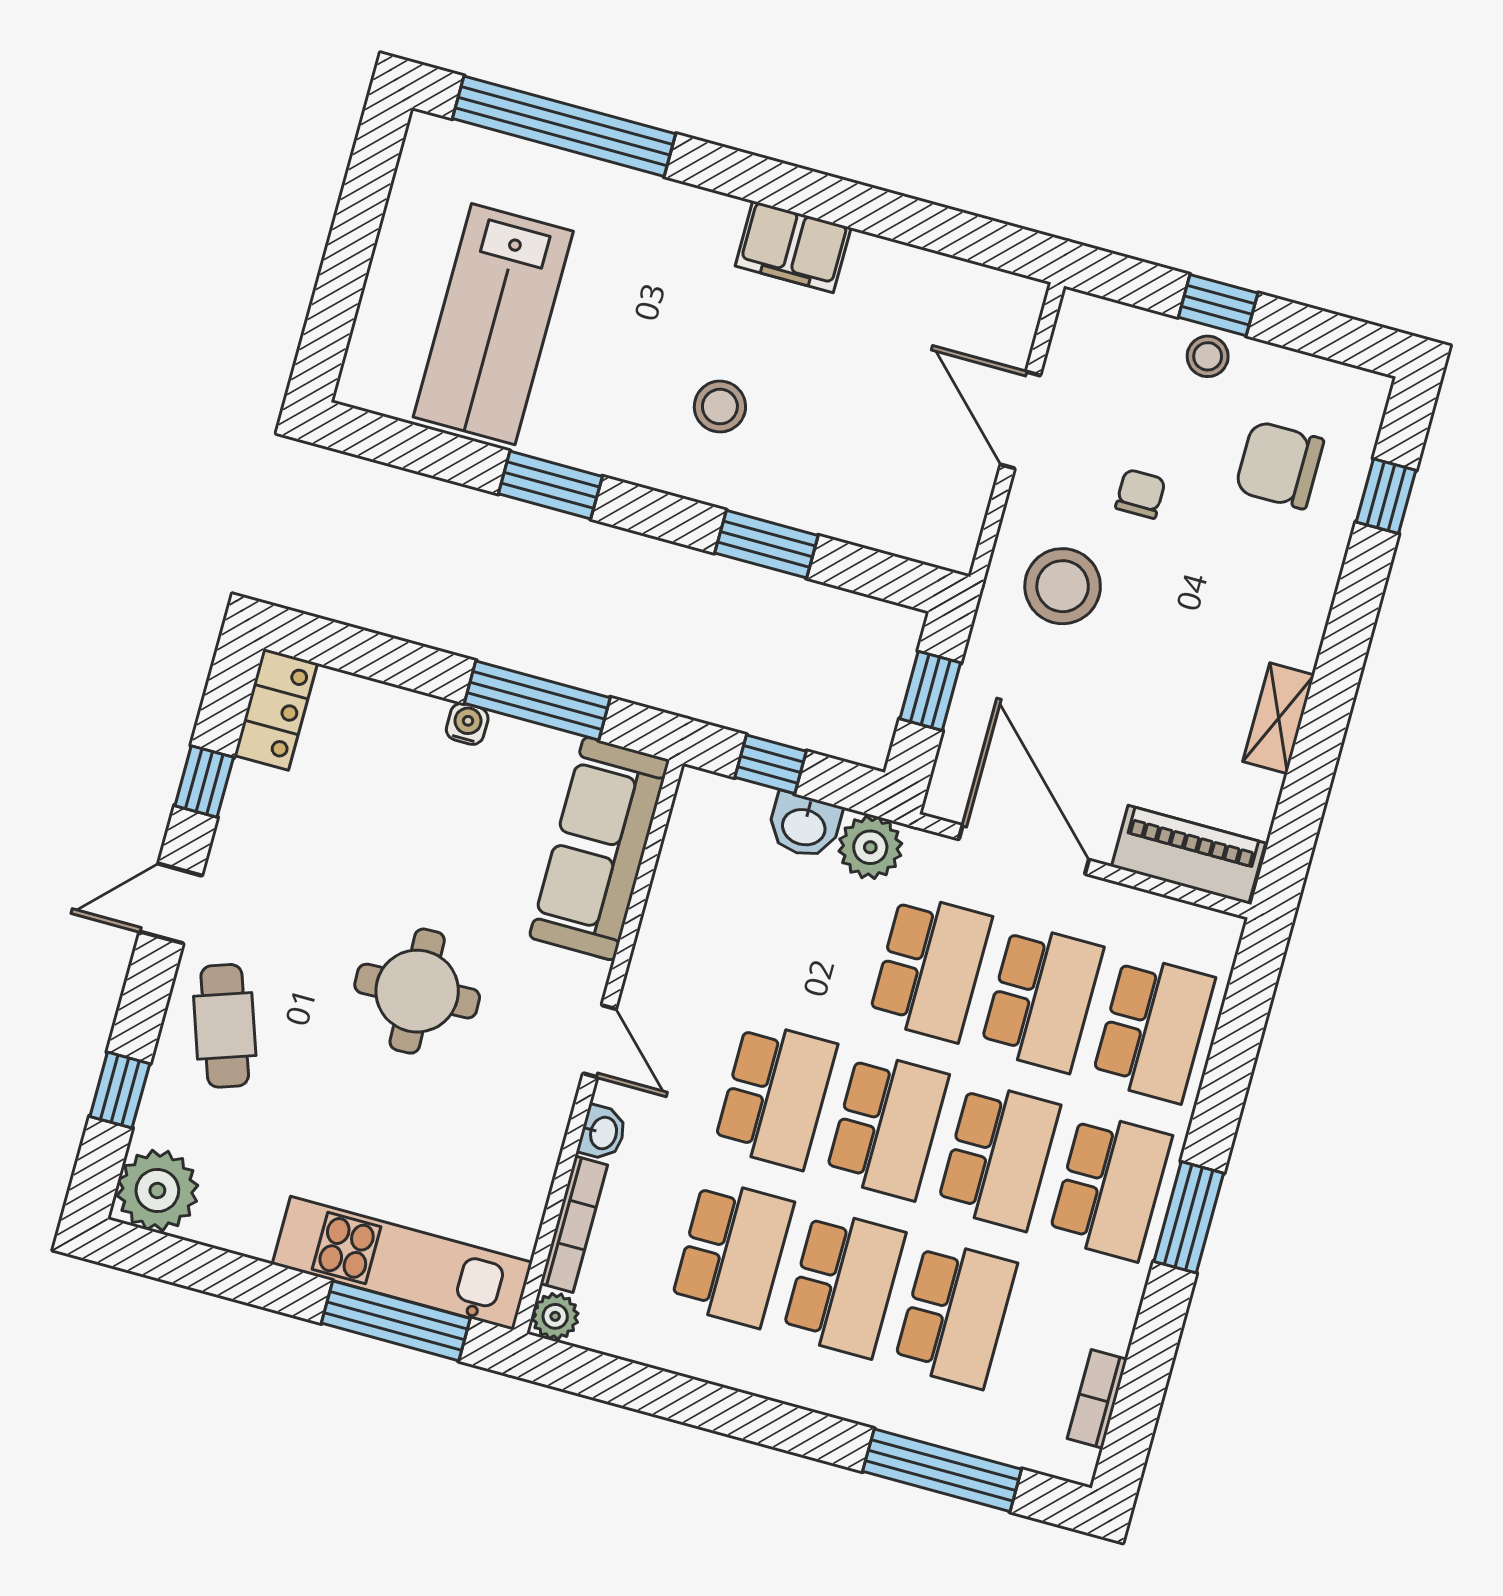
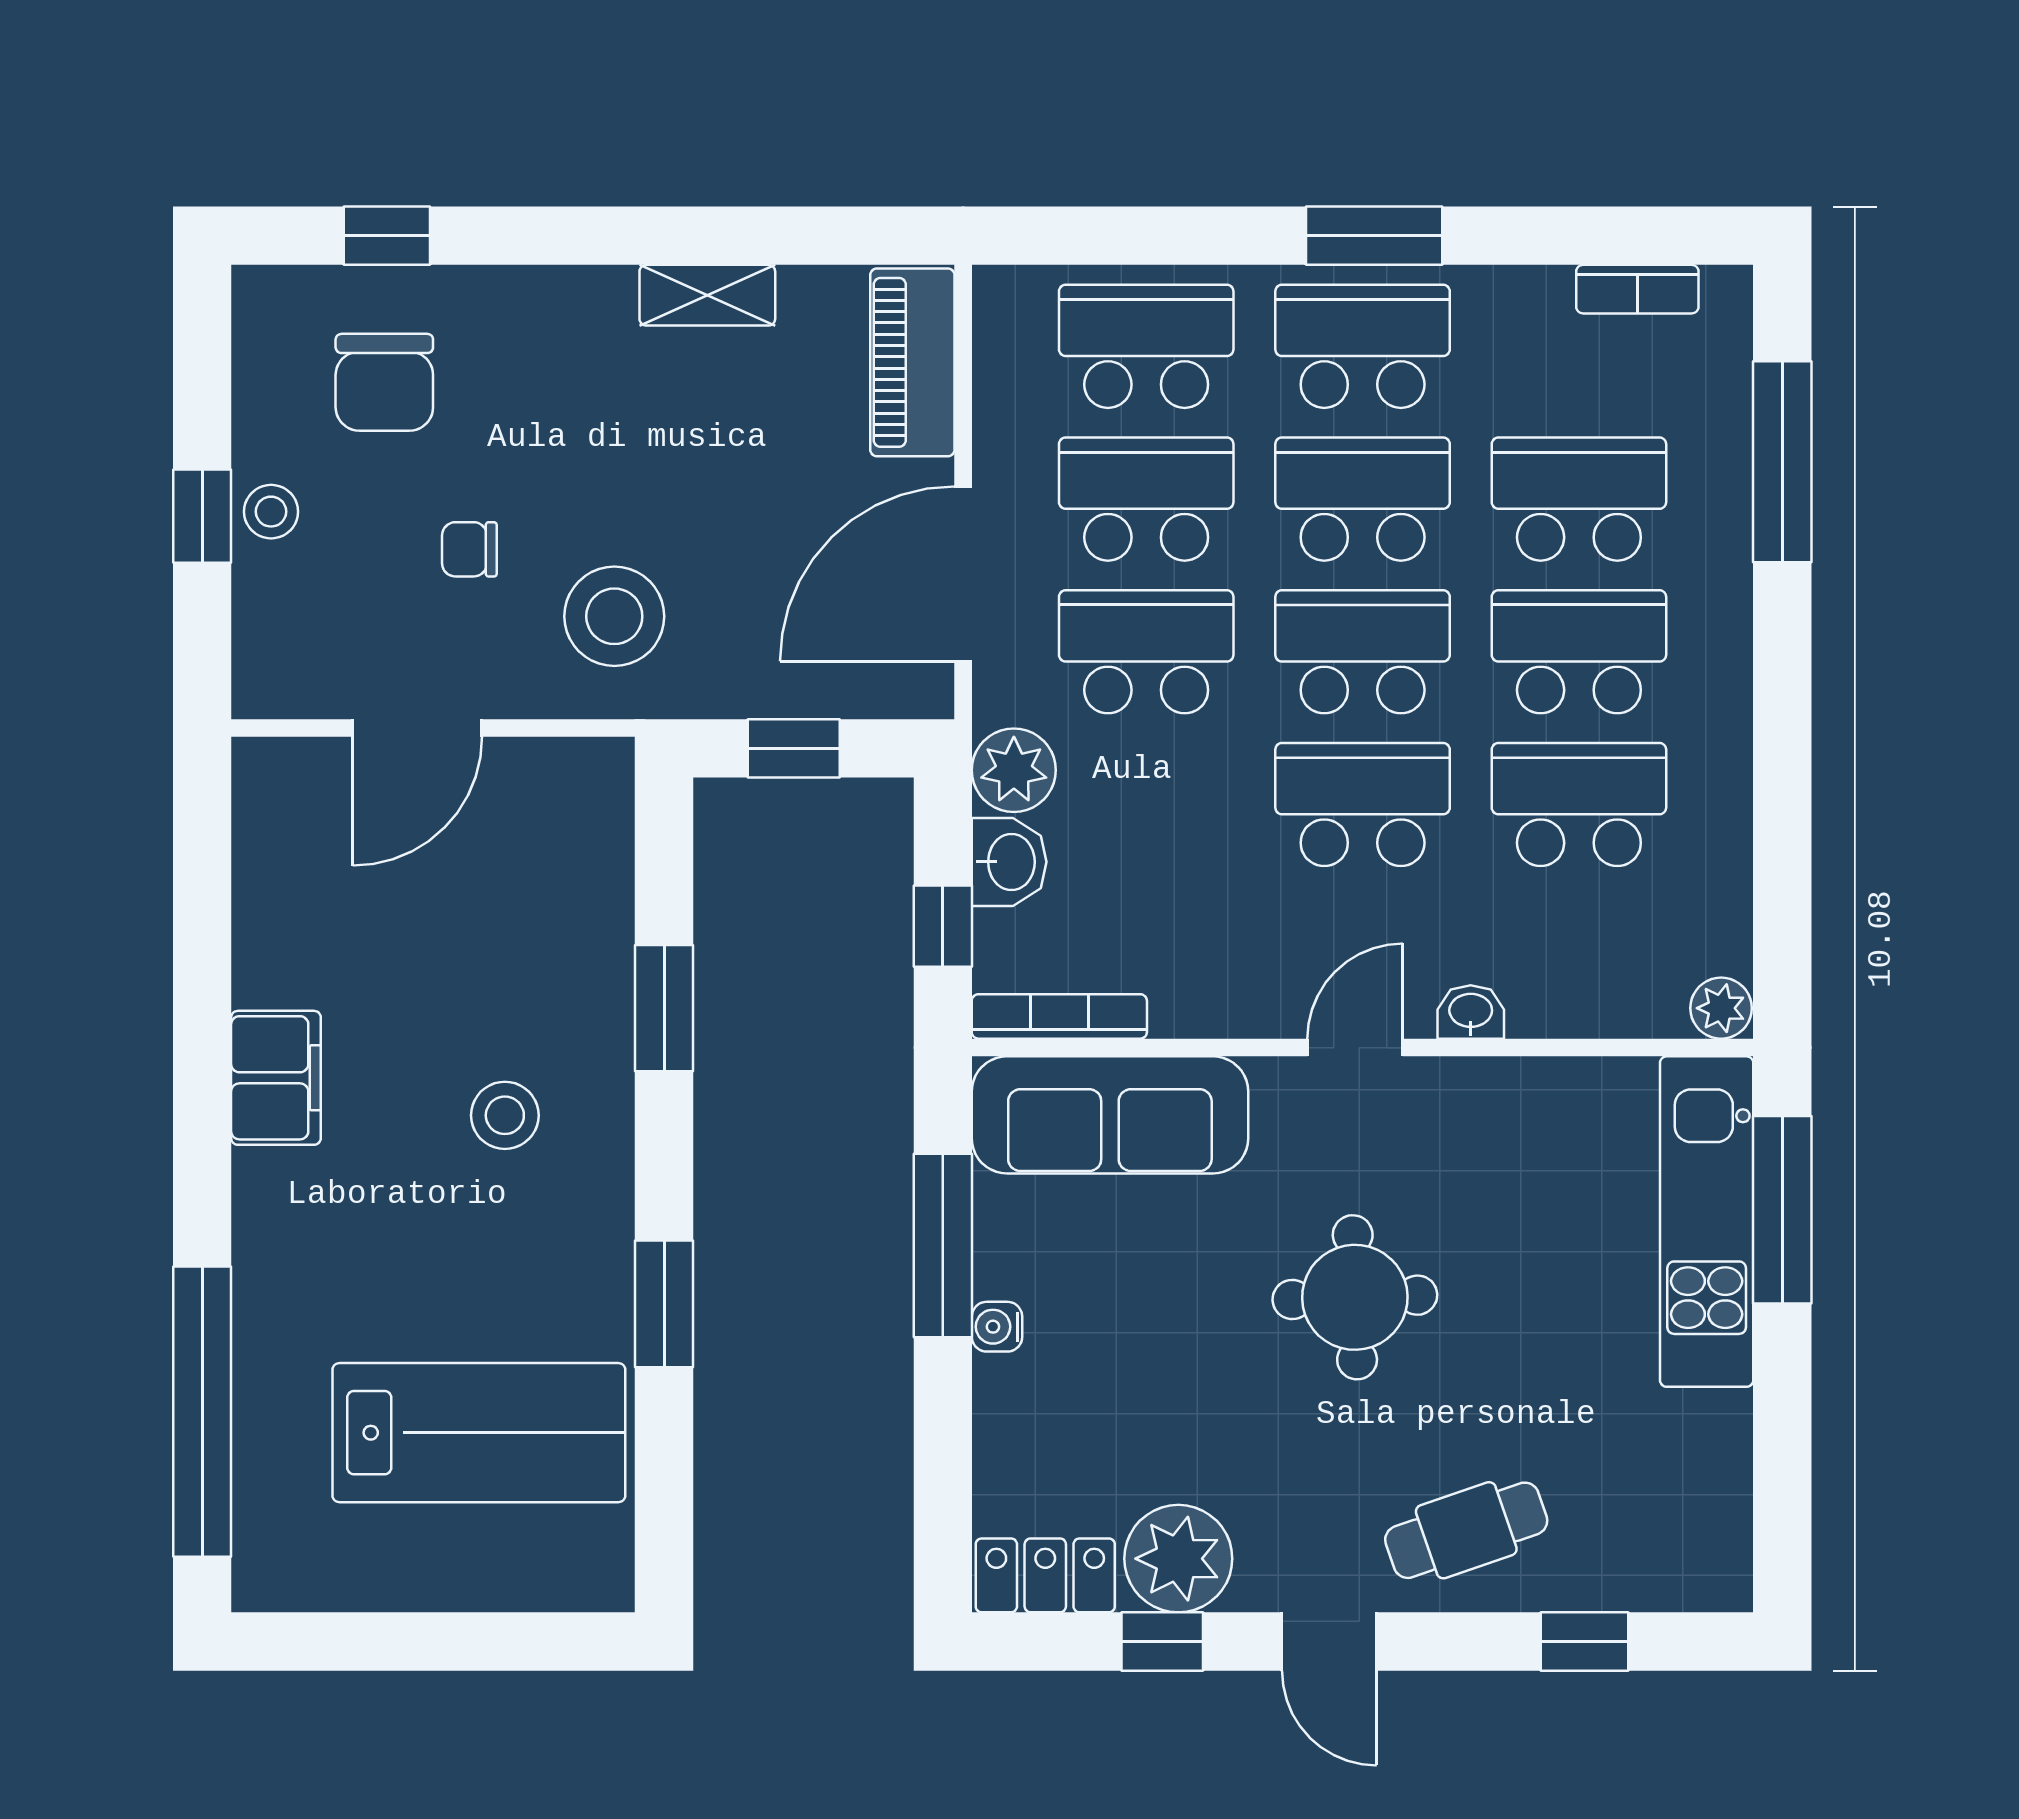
plant: (157, 1190) -> (1178, 1559), moved
bookcase: (574, 1224) -> (1059, 1016), moved

